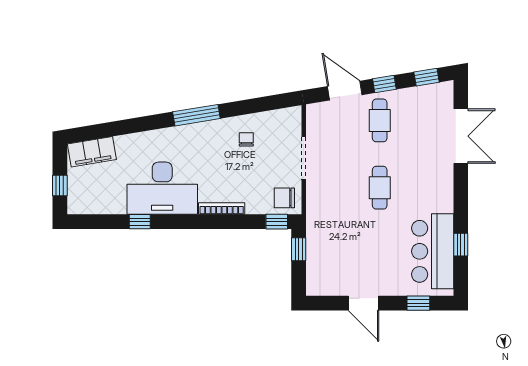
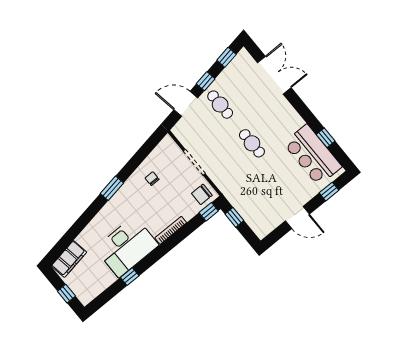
window: (196, 115) -> (112, 188), width x0.69

